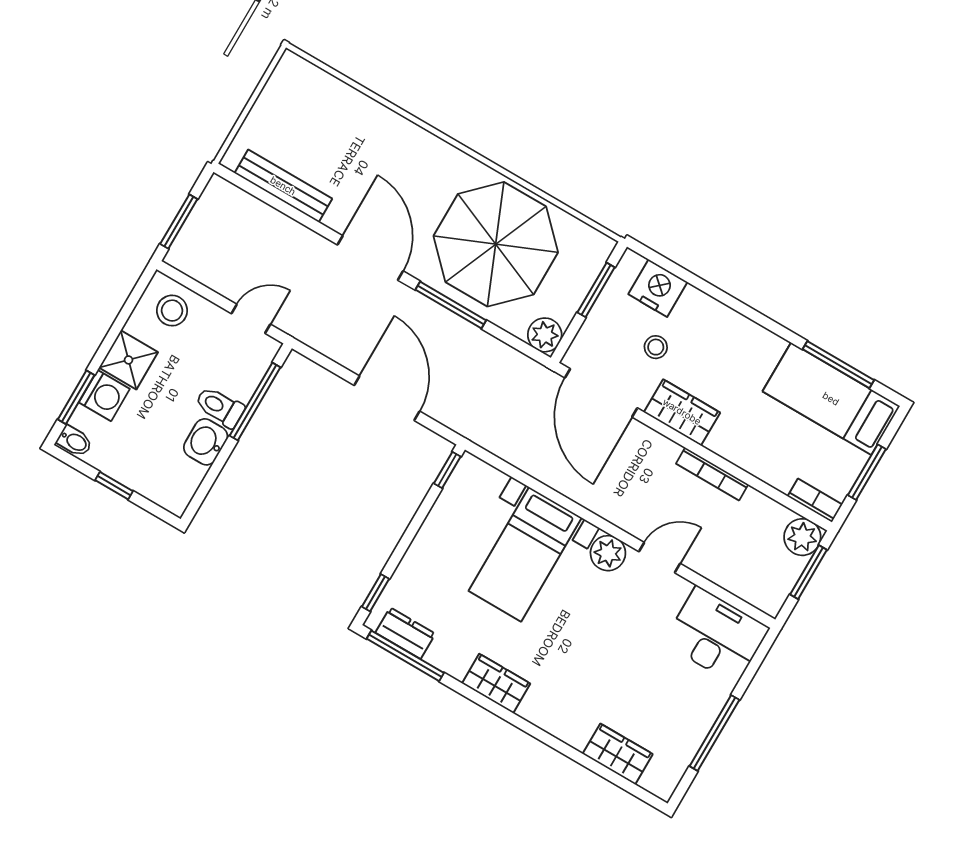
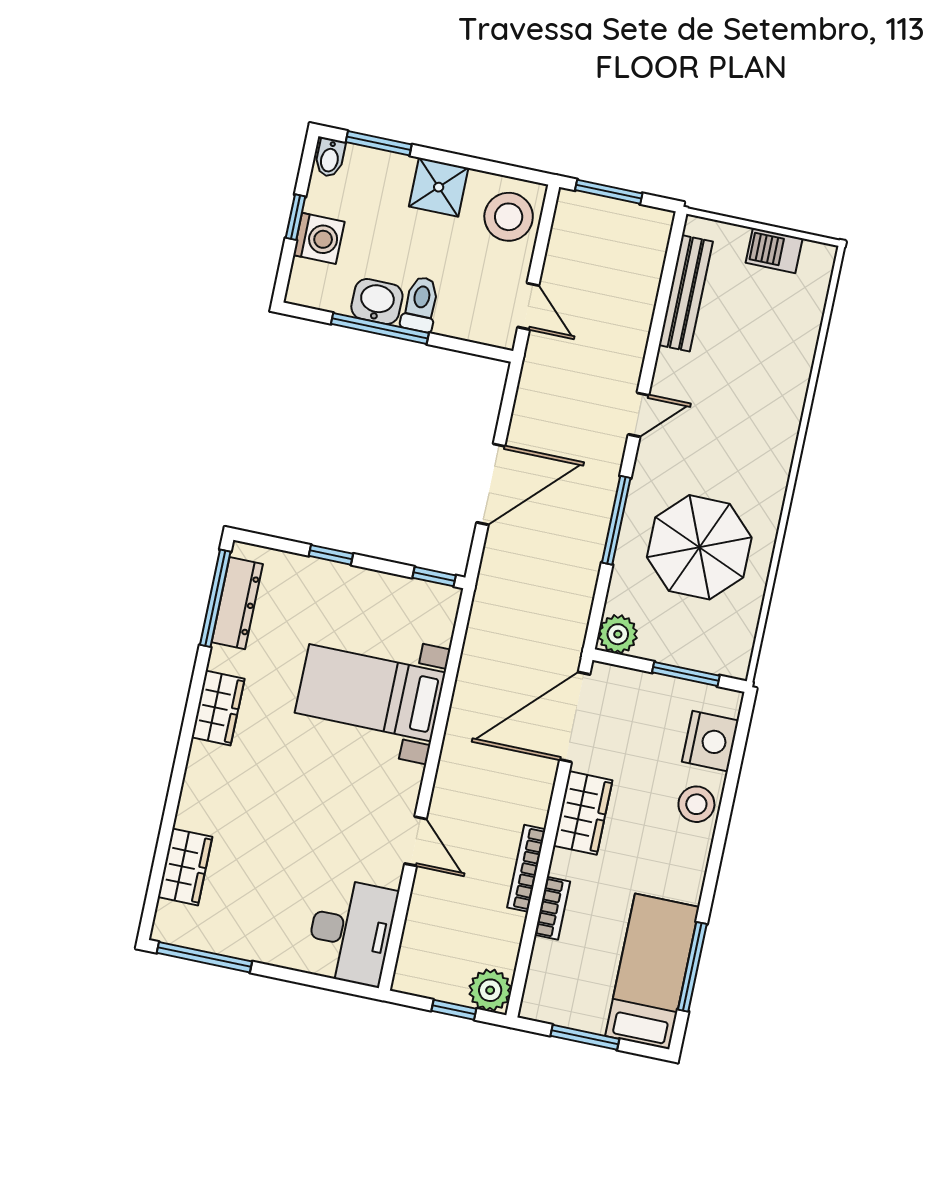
barbecue: (272, 102) -> (774, 251), added
parasol: (496, 244) -> (699, 547), width x0.73, depth x0.73
door: (370, 258) -> (639, 415), width x0.53
stool: (172, 311) -> (509, 217), width x1.38, depth x1.38
stool: (656, 347) -> (696, 804), moved, width x1.37, depth x1.37
washing machine: (104, 396) -> (319, 238), moved, turned -90
window: (255, 401) -> (380, 328), moved
bookcase: (815, 500) -> (552, 908), moved
plant: (608, 553) -> (402, 783), removed
window: (808, 572) -> (454, 1010), width x0.67
window: (375, 593) -> (331, 555), moved
dresser: (405, 633) -> (237, 603), width x1.44
window: (714, 733) -> (204, 957), moved

